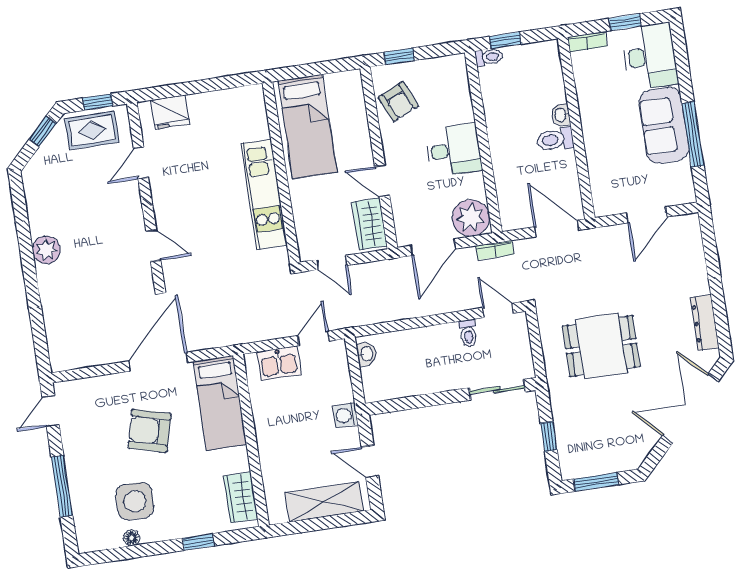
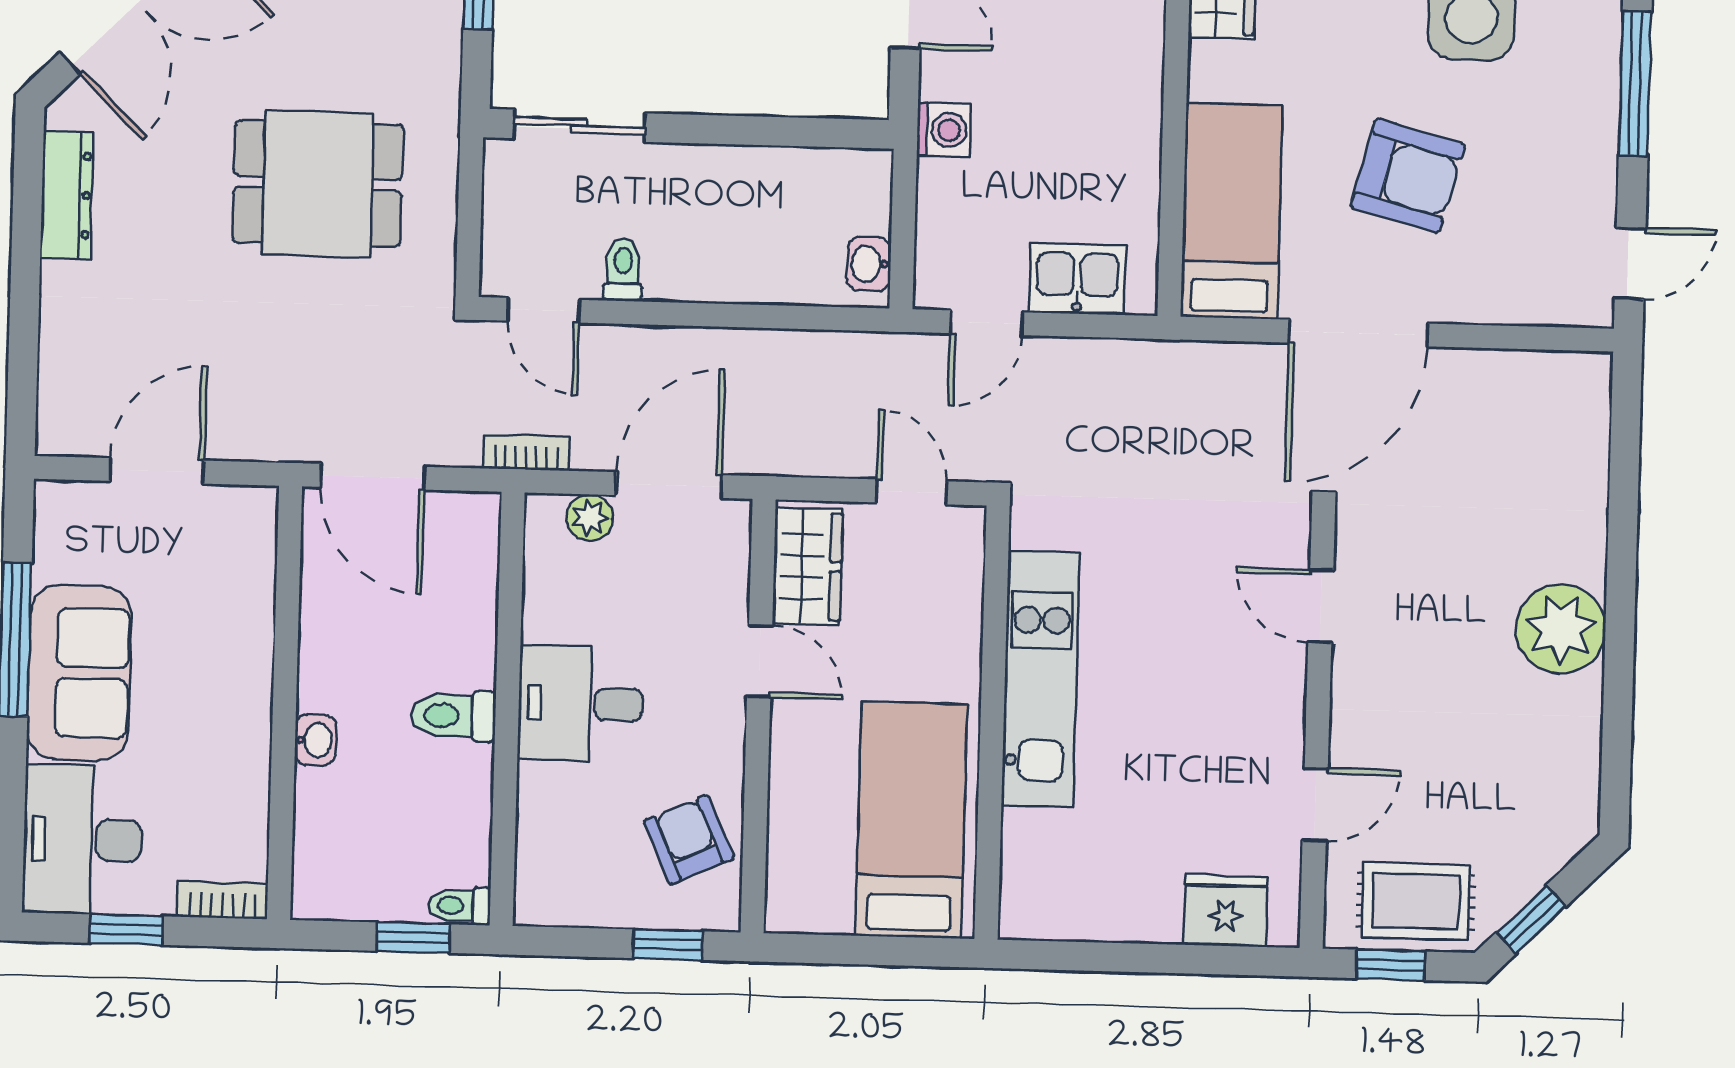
toilet: (555, 140) -> (453, 716), moved, turned 180
plant: (471, 218) -> (590, 518), width x0.53, depth x0.53
plant: (46, 250) -> (1561, 629), width x1.36, depth x1.36

